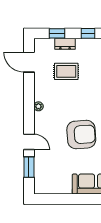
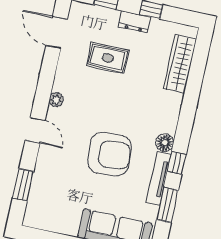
dresser: (65, 44) -> (135, 22), moved
door: (29, 142) -> (35, 130), moved

